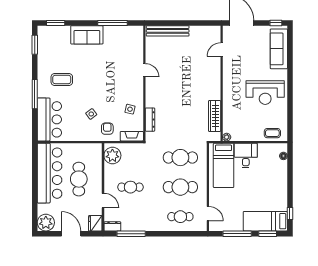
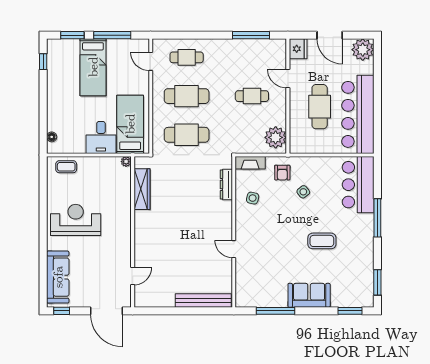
coffee table: (62, 79) -> (322, 241), moved
bed: (265, 221) -> (93, 67), moved, turned 90
dresser: (112, 226) -> (276, 45), removed

